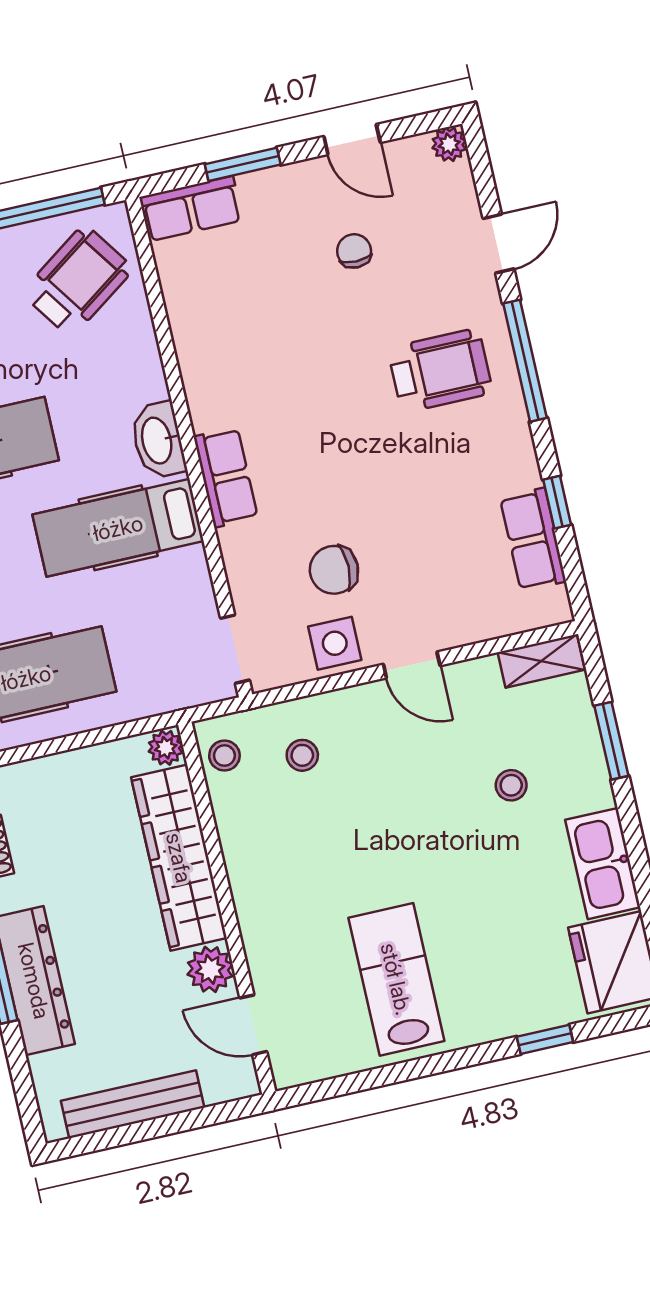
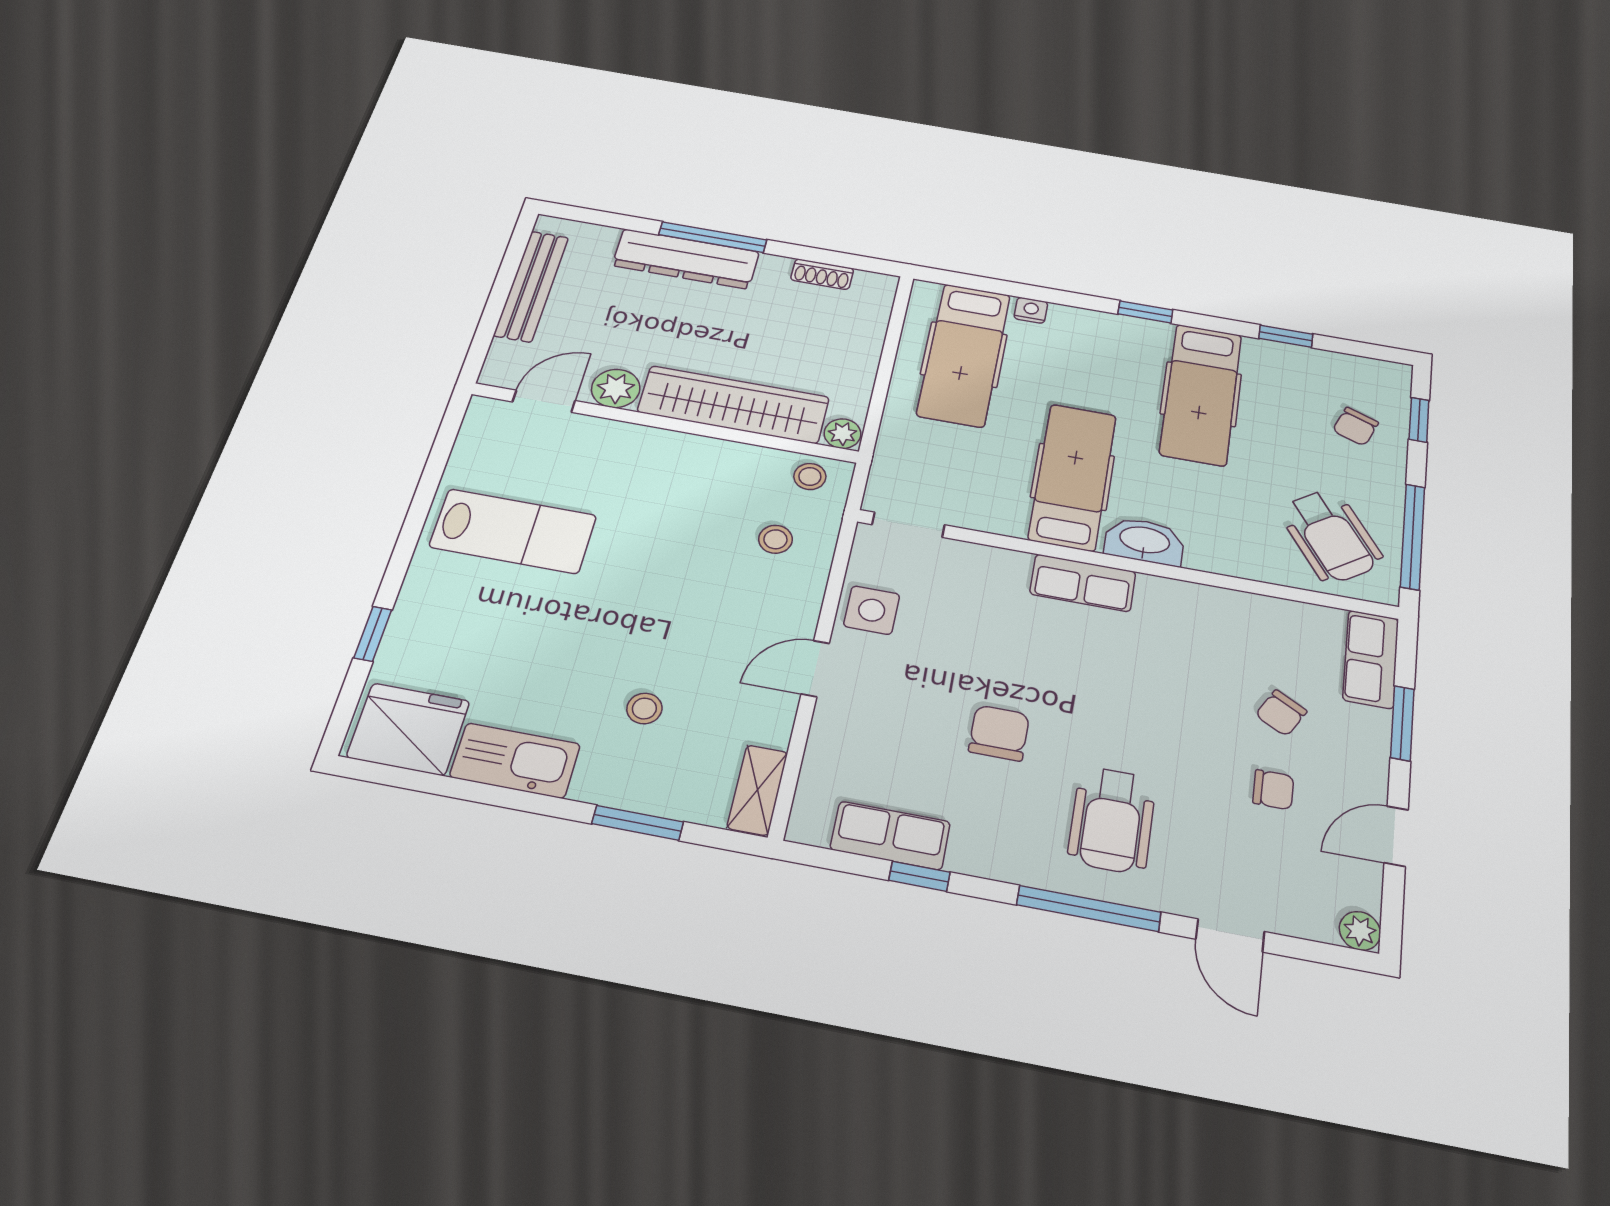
chair: (279, 267) -> (1281, 713), added
chair: (334, 570) -> (999, 733), moved

